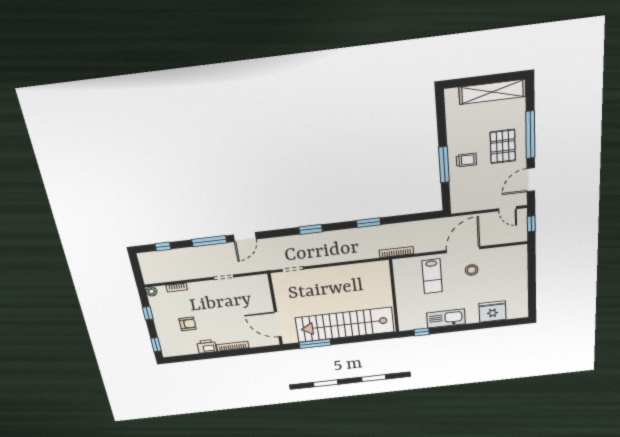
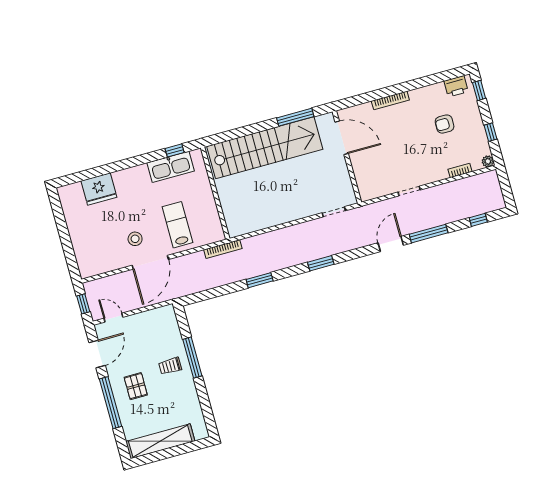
pallet: (503, 146) -> (136, 386), width x0.67, depth x0.71
kitchen sink: (446, 318) -> (171, 167), moved
printer: (207, 346) -> (456, 86), moved

